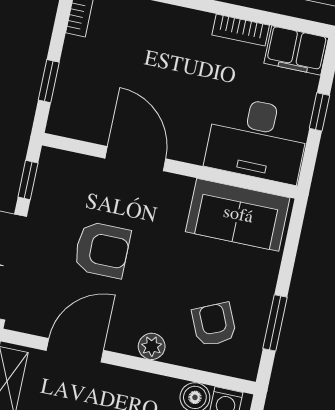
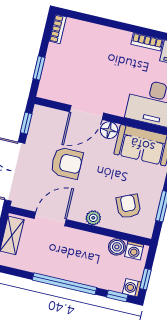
door: (135, 159) -> (87, 112), swing flipped
floor lamp: (176, 189) -> (109, 130), added

